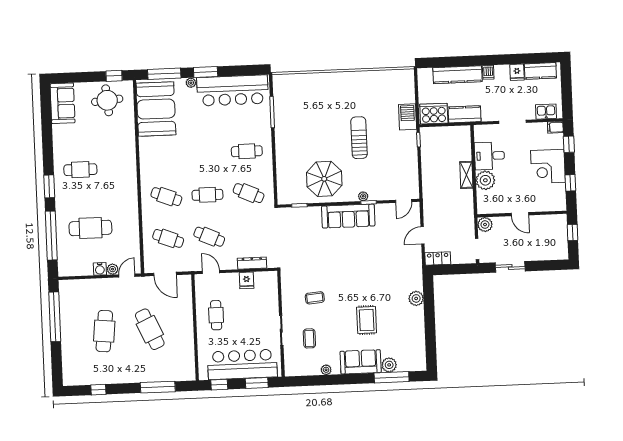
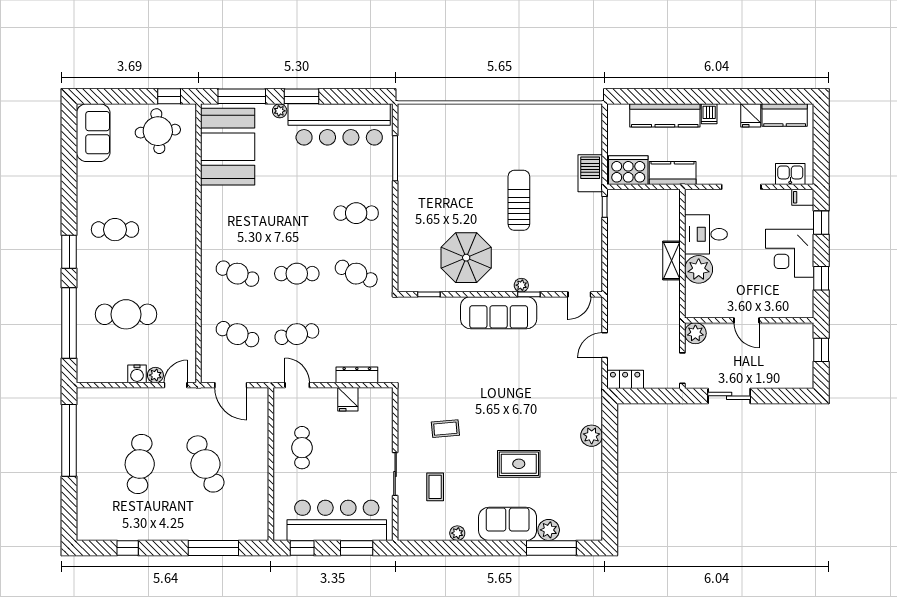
cafe table: (209, 237) -> (297, 334), turned -36
rug: (367, 320) -> (519, 464), turned 90

